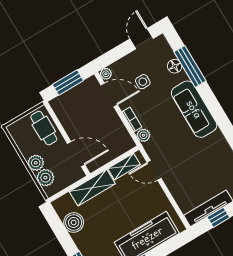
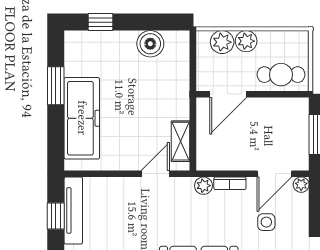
shelving: (92, 188) -> (178, 90), removed

